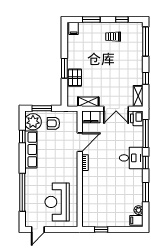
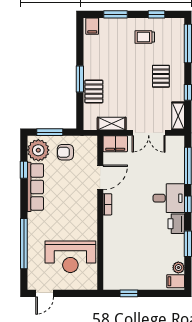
pallet: (125, 66) -> (161, 76), added
printer: (137, 118) -> (176, 224), moved
reception desk: (57, 202) -> (70, 257), turned -90

